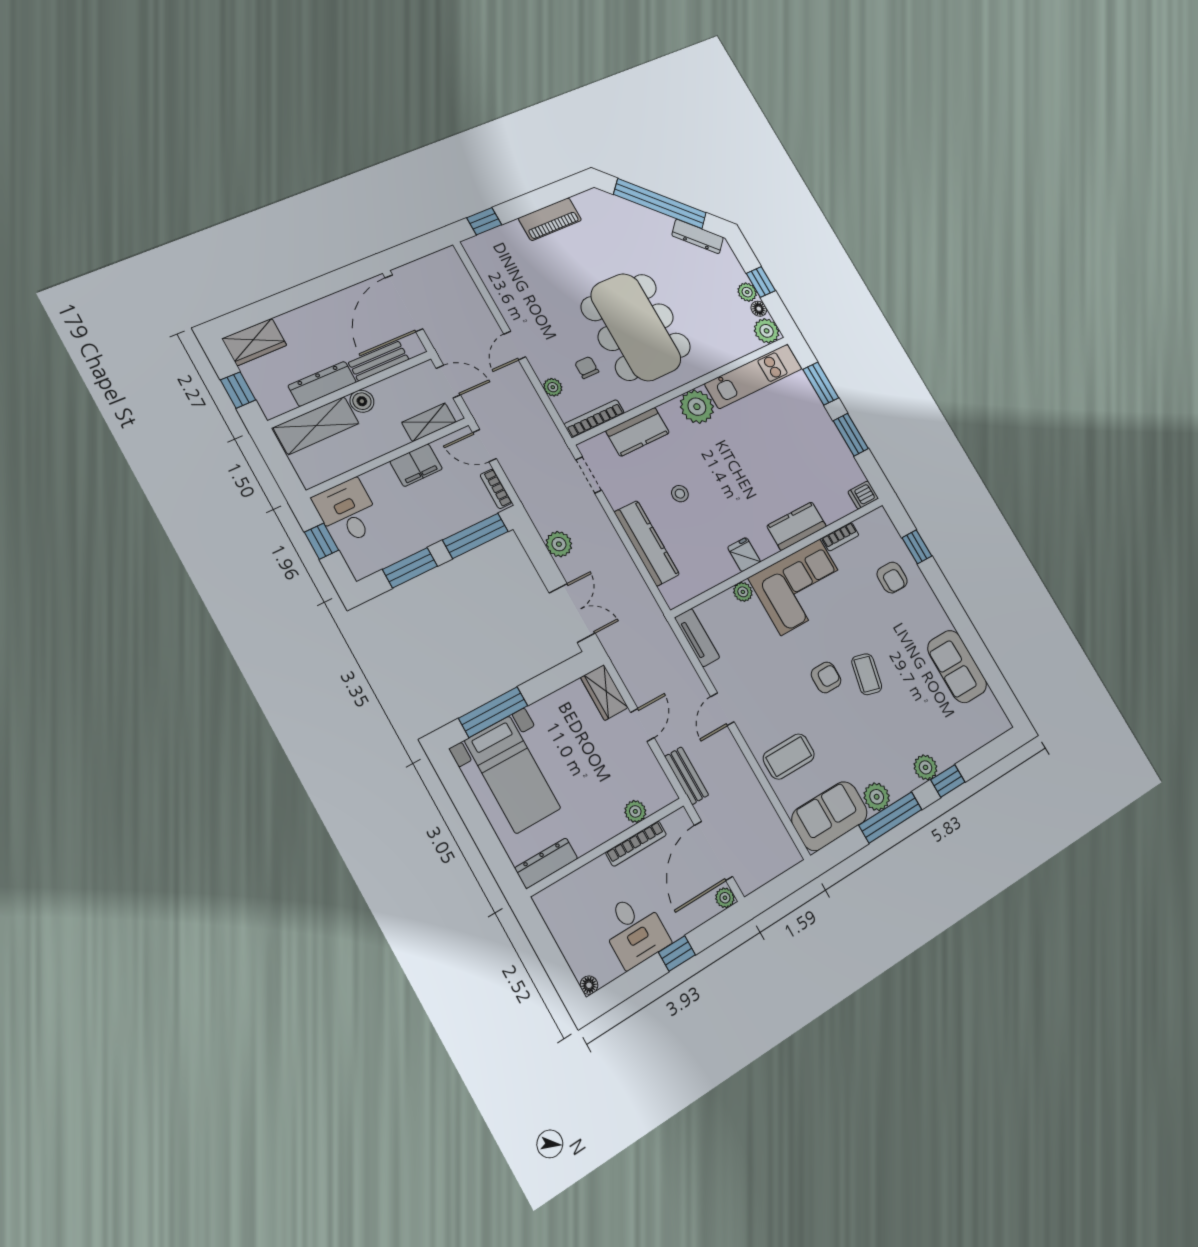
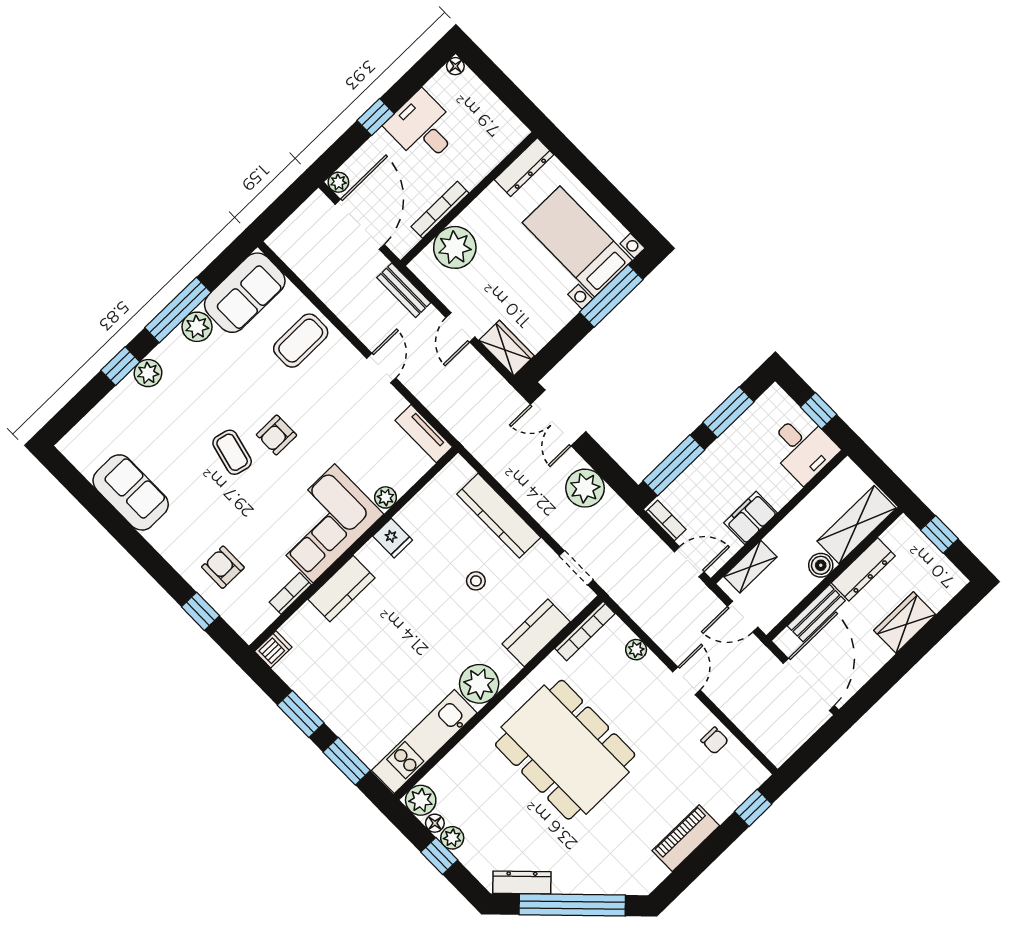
wardrobe: (254, 342) -> (905, 622), moved
chair: (587, 367) -> (715, 741), moved
plant: (559, 544) -> (585, 488), width x1.36, depth x1.36
plant: (635, 811) -> (455, 247), width x1.87, depth x1.87

